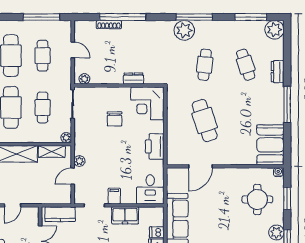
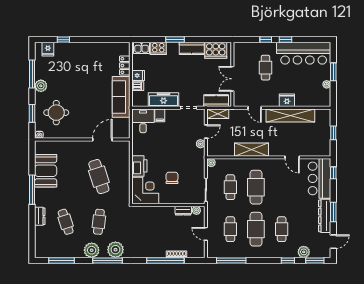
plant: (274, 30) -> (92, 250), moved
dresser: (133, 79) -> (183, 211), moved
booth: (270, 145) -> (46, 171), moved
printer: (155, 146) -> (139, 166), moved
shelving: (52, 151) -> (218, 114), moved
filing cabinet: (114, 196) -> (160, 115), moved
door: (13, 205) -> (255, 108), swing flipped
freezer: (125, 215) -> (163, 100), width x1.40

